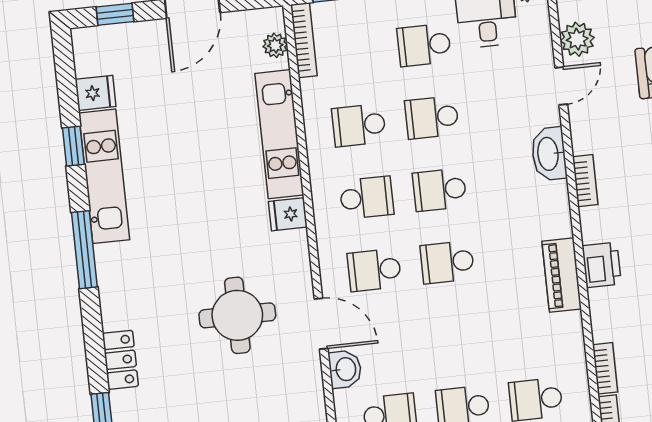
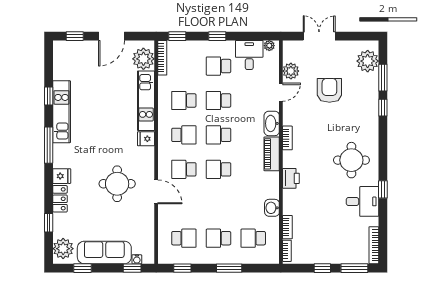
plant: (275, 45) -> (143, 59), width x1.87, depth x1.87
fridge: (96, 93) -> (62, 176), moved
piano: (562, 275) -> (272, 154), moved
washbasin: (345, 369) -> (272, 208), moved, turned 180

